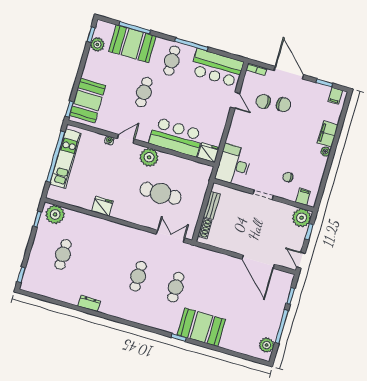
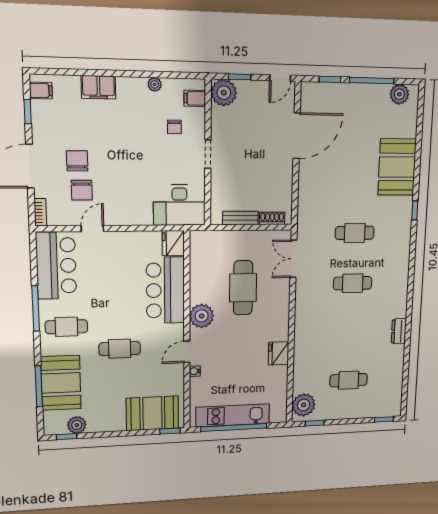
door: (126, 139) -> (187, 352), hinge flipped
plant: (325, 151) -> (155, 84), moved
booth: (201, 327) -> (397, 167), moved

